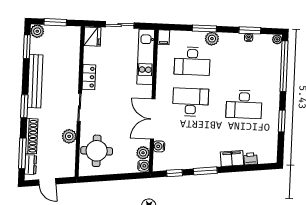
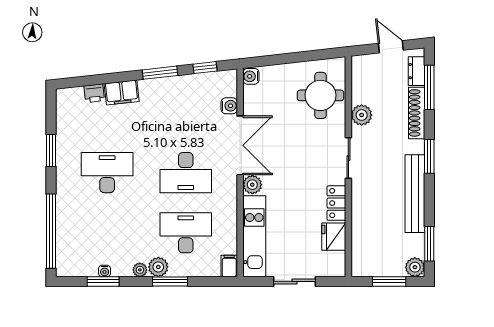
fridge: (92, 37) -> (334, 237), moved
plant: (277, 39) -> (140, 270), moved
plant: (143, 153) -> (252, 185), moved

